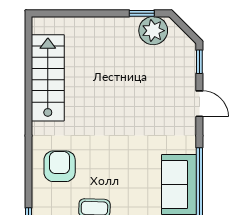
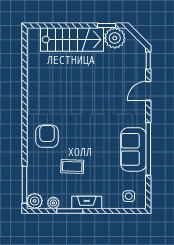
stairs: (48, 78) -> (72, 39), moved, turned 90
door: (199, 104) -> (148, 91), swing flipped

